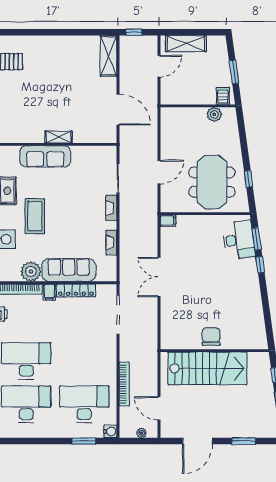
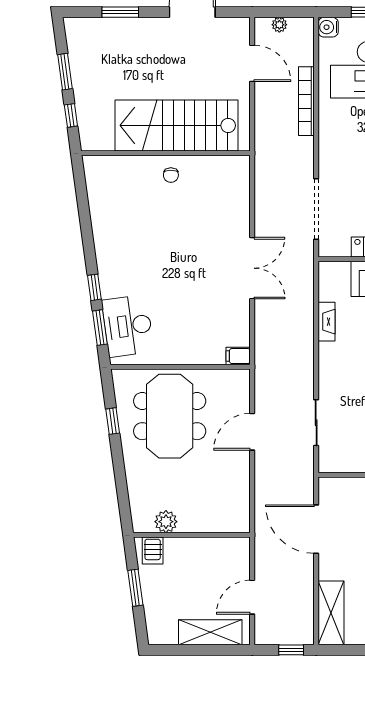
fireplace: (111, 208) -> (327, 376), removed
chair: (211, 337) -> (171, 175), width x0.54, depth x0.54

